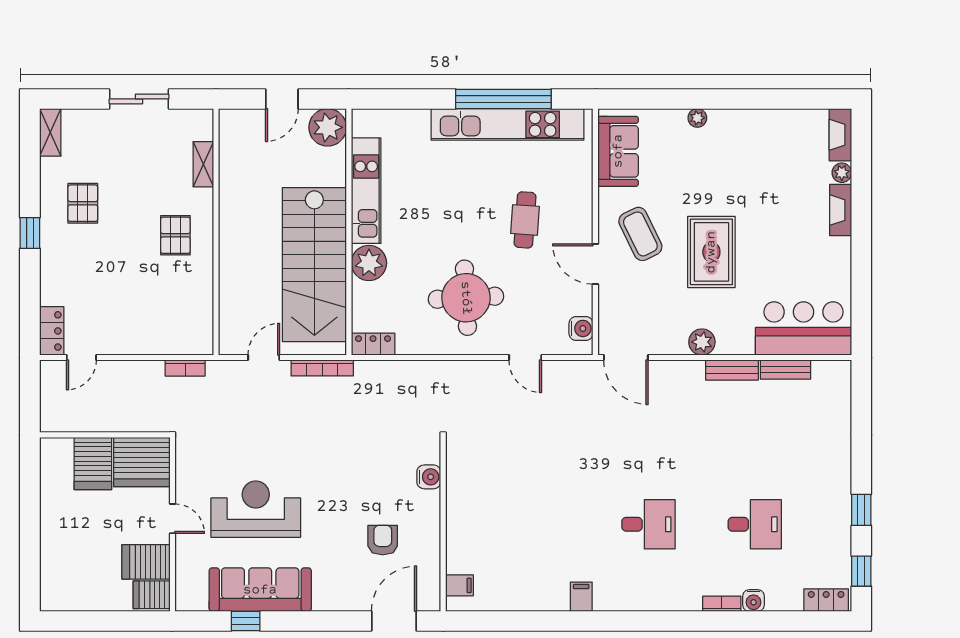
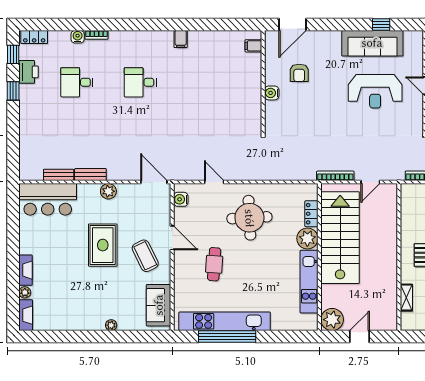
locker: (373, 344) -> (311, 214), moved, turned 90
water cooler: (429, 477) -> (272, 93), moved
printer: (836, 542) -> (29, 72), added

